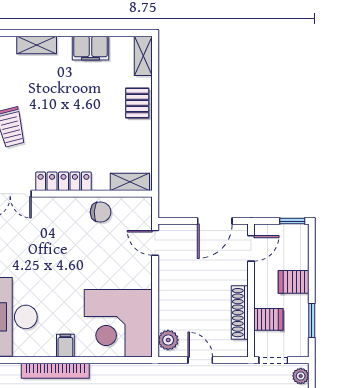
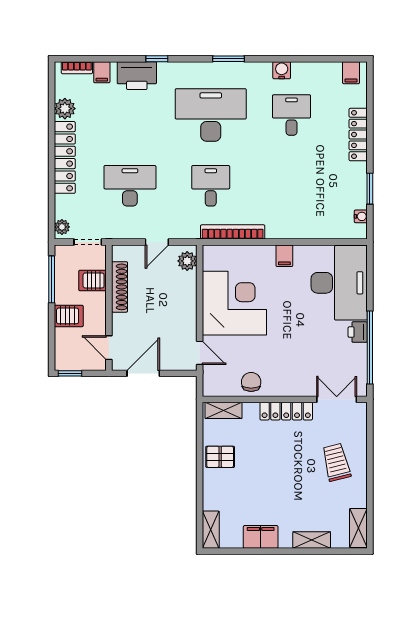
pallet: (137, 103) -> (220, 457), moved, turned 90
chair: (101, 212) -> (251, 382), turned 87
door: (251, 248) -> (109, 348), hinge flipped
window: (312, 321) -> (52, 279), width x1.44
corner desk: (118, 323) -> (234, 303), moved
door: (200, 360) -> (157, 242), hinge flipped
bookcase: (55, 371) -> (233, 232), moved

